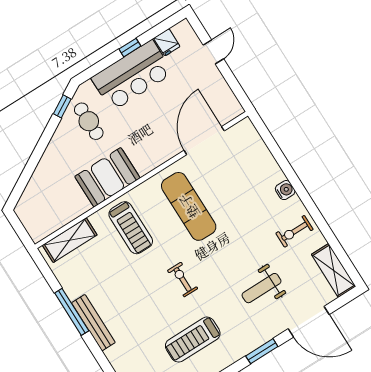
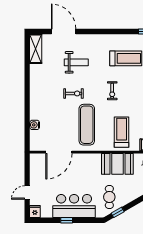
fridge: (167, 42) -> (35, 212), moved
water cooler: (285, 190) -> (35, 125), moved
exercise bike: (294, 231) -> (73, 93), moved
window: (262, 351) -> (96, 31), removed

